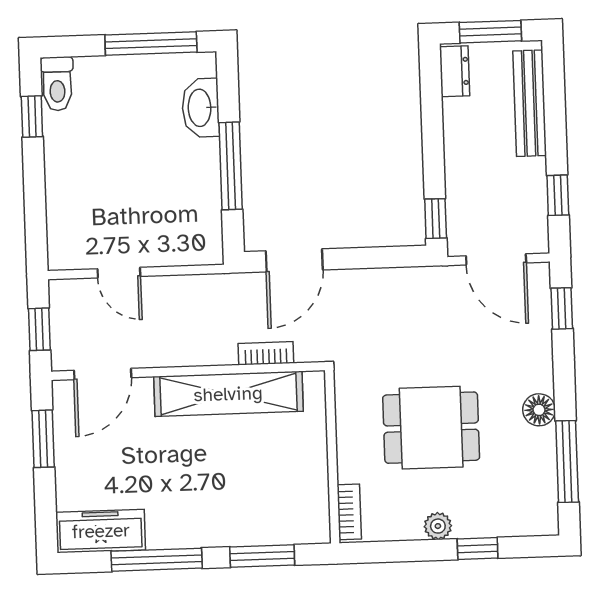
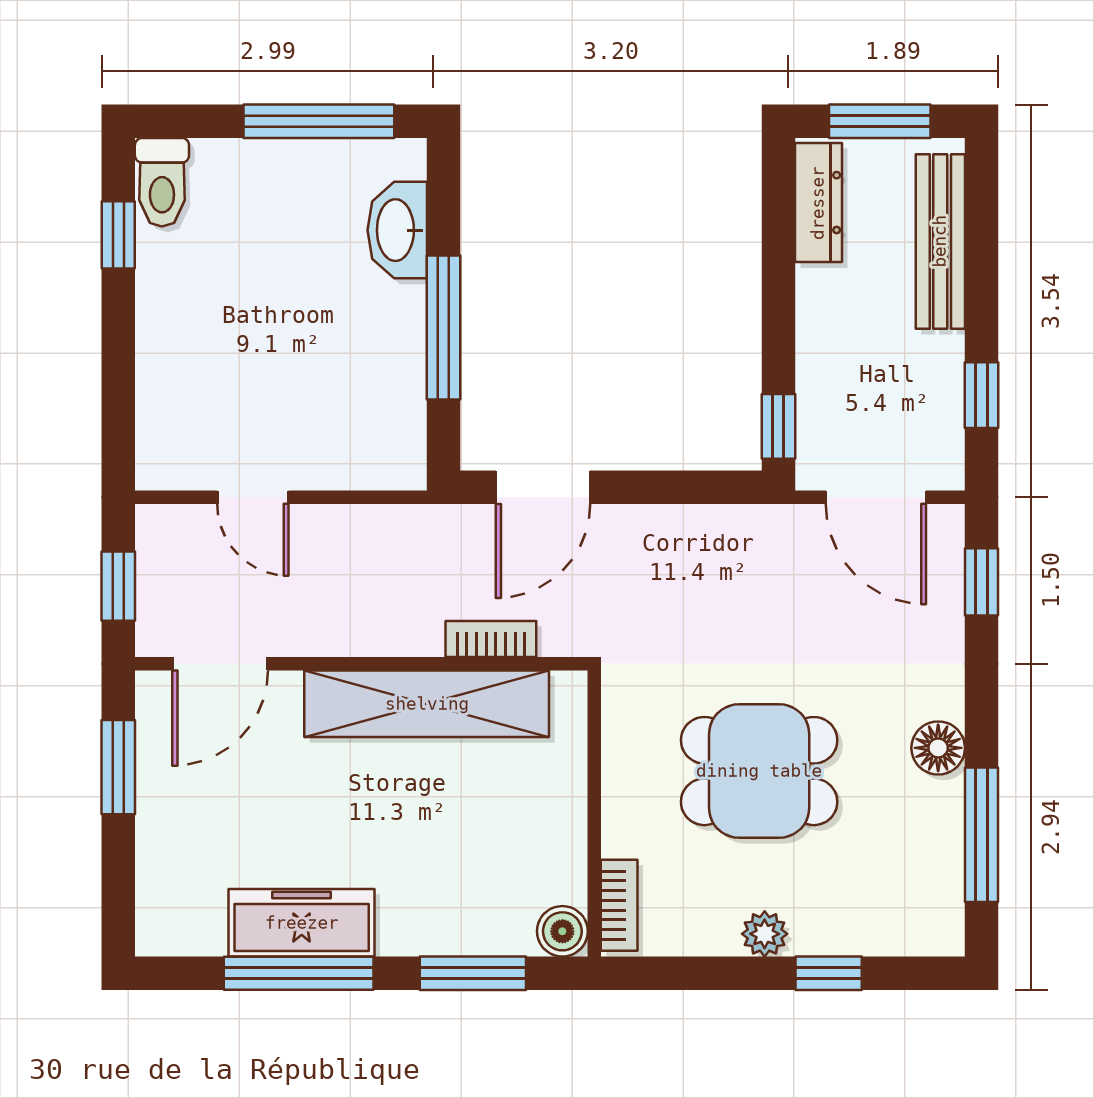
dresser: (455, 71) -> (818, 203), width x1.44
boiler: (315, 529) -> (562, 931), added
freezer: (101, 531) -> (302, 923), moved

